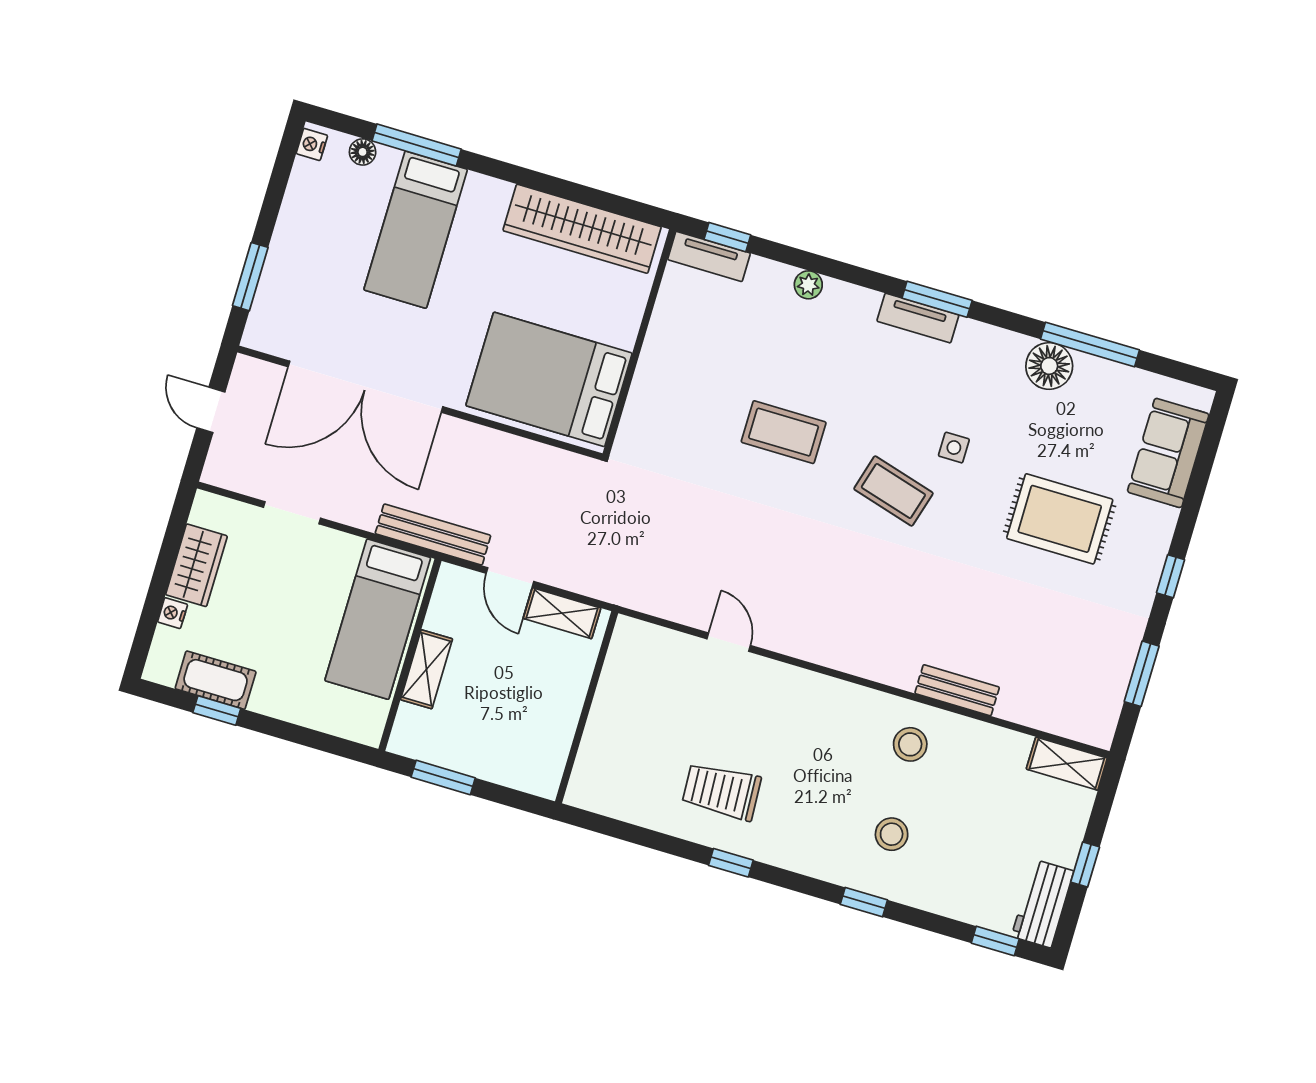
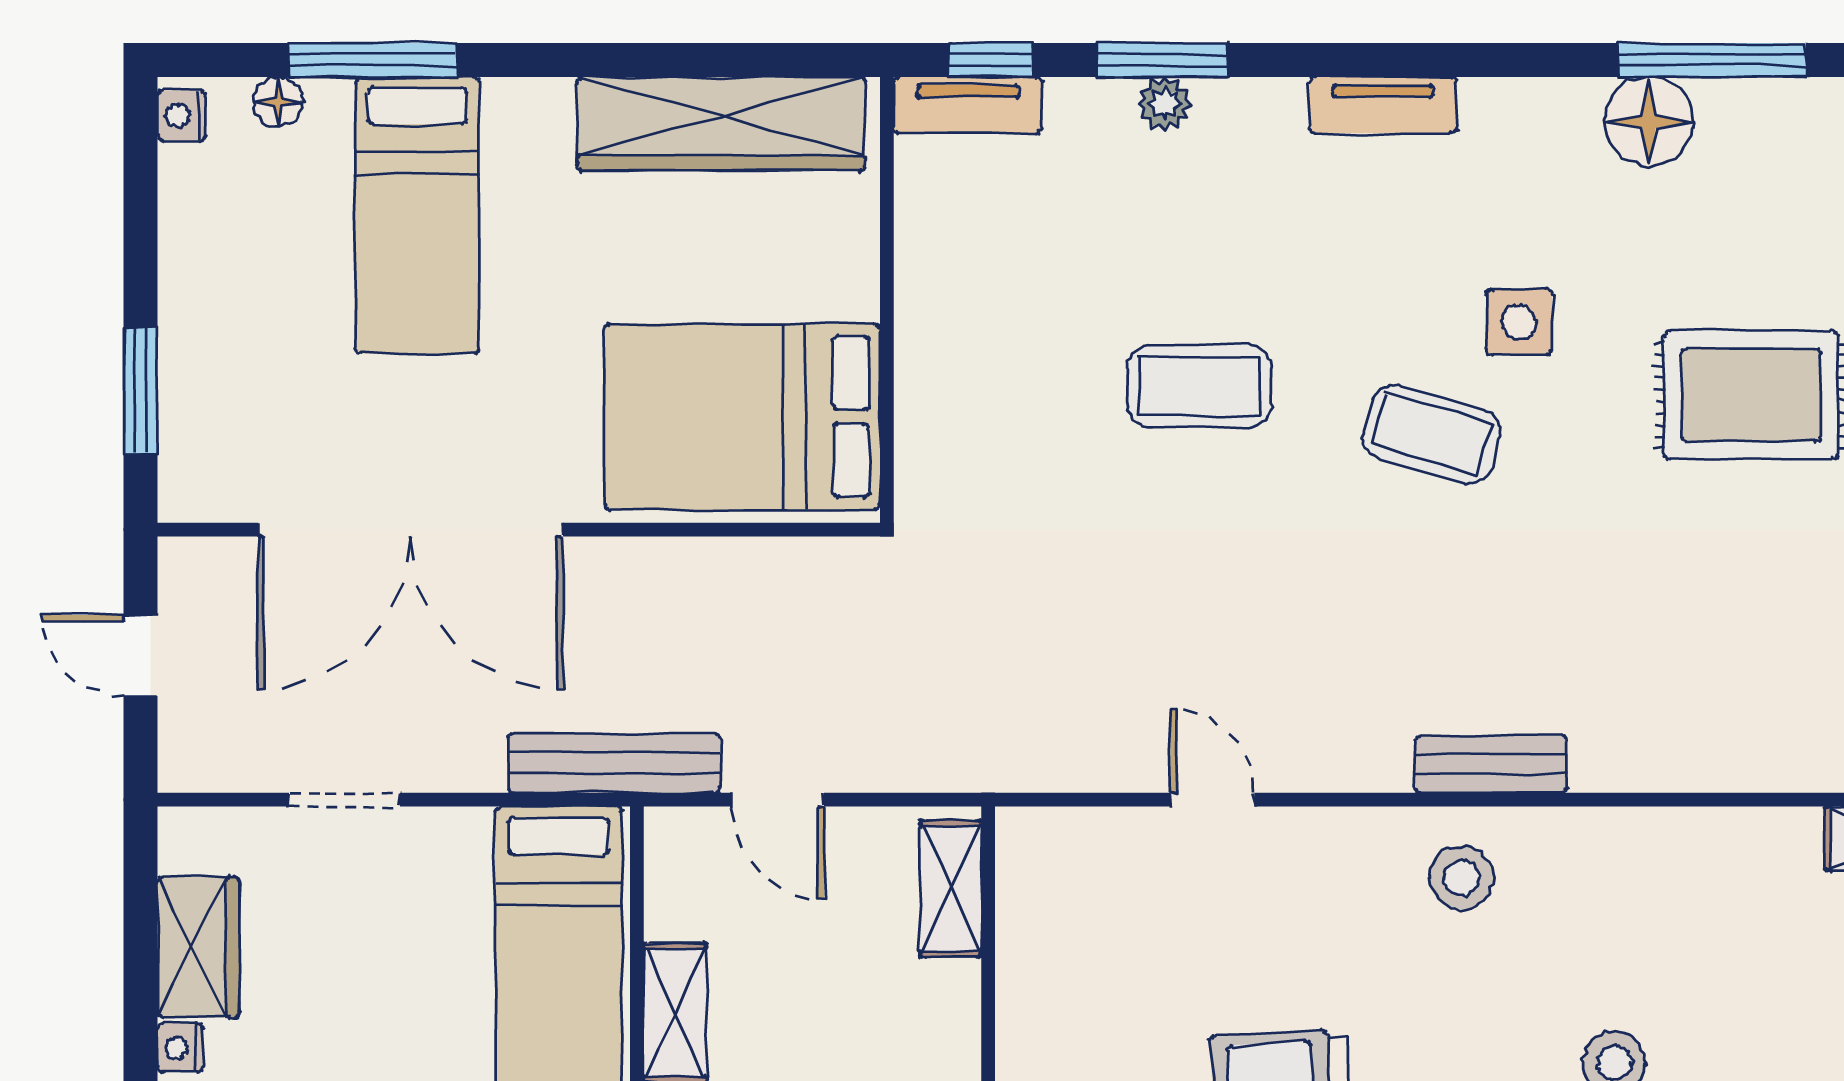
window: (937, 299) -> (1162, 60), moved
side table: (954, 448) -> (1519, 322), width x1.37, depth x1.37
shelving: (562, 613) -> (951, 888), moved, turned 90
bench: (957, 690) -> (1491, 764), moved
stool: (910, 744) -> (1461, 878), moved

